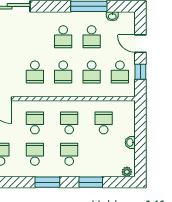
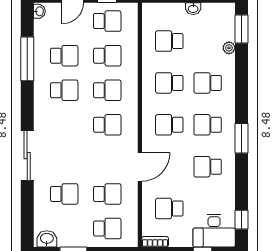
washbasin: (112, 16) -> (39, 11), moved
plant: (127, 172) -> (229, 48), moved
window: (47, 182) -> (241, 138), moved
window: (91, 182) -> (241, 29), moved

